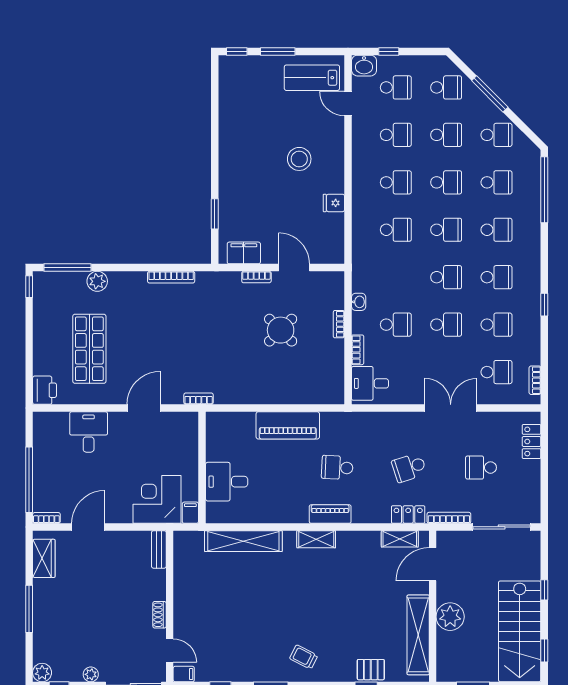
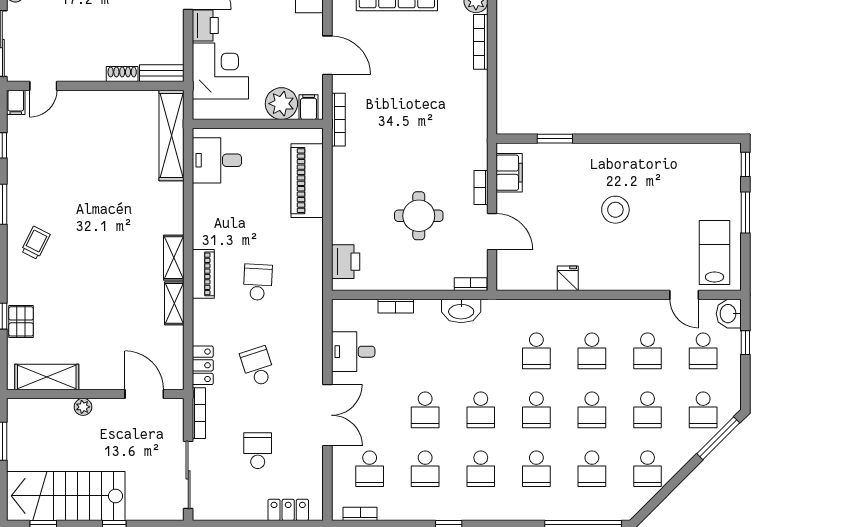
window: (490, 94) -> (718, 438), moved
door: (348, 104) -> (684, 295), swing flipped
stool: (299, 159) -> (615, 210), moved
door: (294, 268) -> (492, 232), hinge flipped
bookcase: (171, 277) -> (481, 42), moved
washbasin: (359, 302) -> (461, 311), width x1.91, depth x1.45
bookcase: (339, 324) -> (471, 284), moved
school desk: (396, 325) -> (425, 351), removed
round table: (281, 330) -> (419, 216), turned 45
desk: (370, 383) -> (353, 352), moved, turned -90
printer: (320, 393) -> (346, 262), added
bookcase: (199, 399) -> (338, 120), width x1.56
piano: (288, 425) -> (307, 181), moved
plant: (185, 447) -> (281, 104), added
desk: (227, 482) -> (217, 160), moved, turned -90
printer: (118, 512) -> (205, 26), added
filing cabinet: (190, 513) -> (309, 107), moved, turned -90
shelving: (400, 539) -> (174, 303), moved
shelving: (243, 541) -> (171, 135), moved
shoe rack: (160, 615) -> (122, 74), moved
plant: (450, 617) -> (83, 407), width x0.53, depth x0.53
shelving: (418, 635) -> (47, 377), width x0.68

